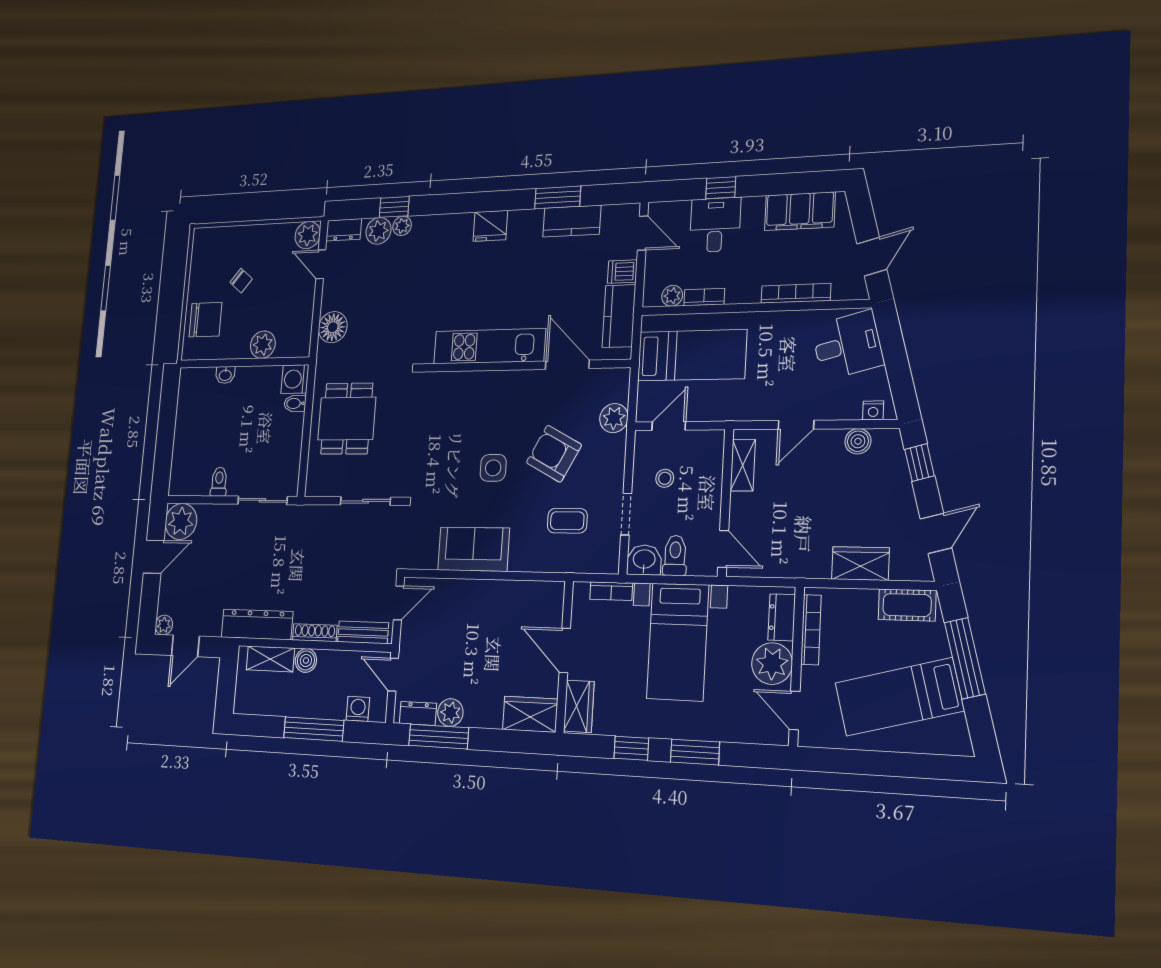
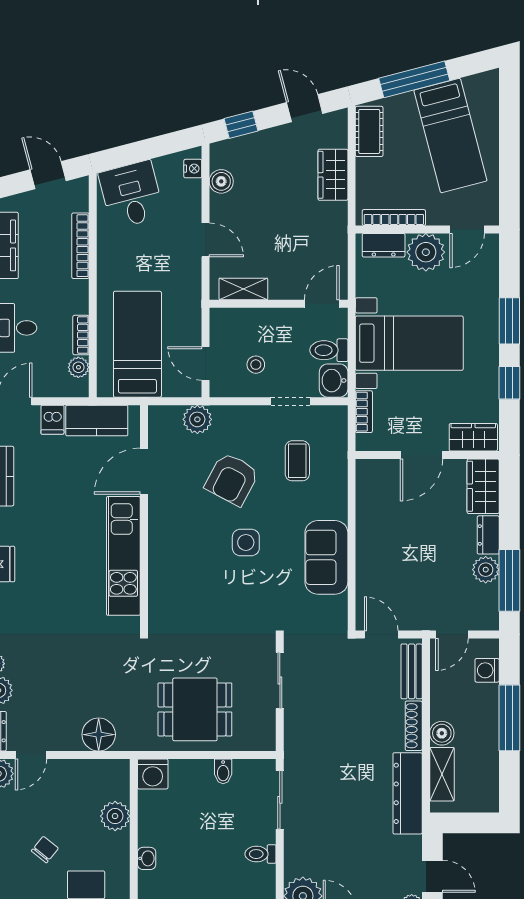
bidet: (295, 403) -> (223, 771), moved
dresser: (418, 713) -> (488, 535), moved

